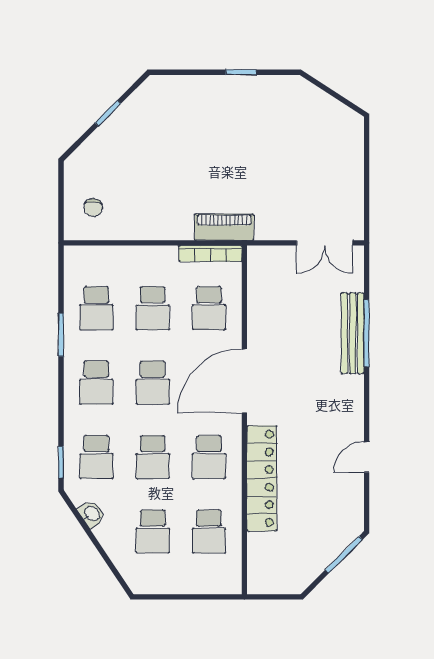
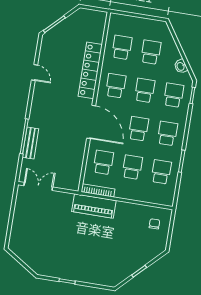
piano: (224, 227) -> (94, 206), width x1.37, depth x1.33
bench: (353, 333) -> (30, 143), width x0.73
door: (244, 381) -> (91, 122), hinge flipped
door: (367, 457) -> (35, 73), hinge flipped

